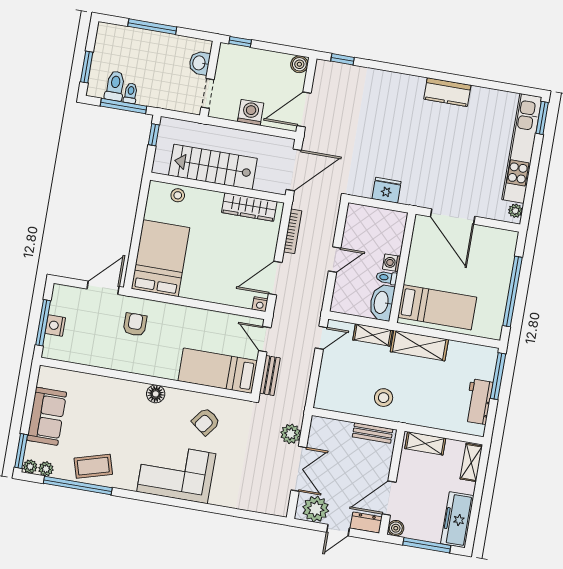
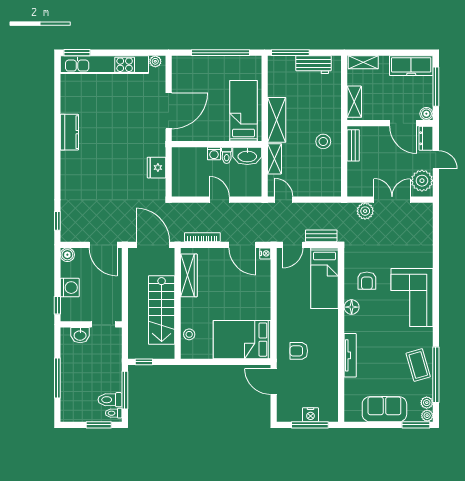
toilet: (131, 93) -> (114, 413), moved
washing machine: (251, 112) -> (70, 288), moved, turned 180
tv unit: (119, 386) -> (350, 355), added
floor lamp: (156, 394) -> (352, 307), moved
armchair: (206, 422) -> (367, 281), turned 53

